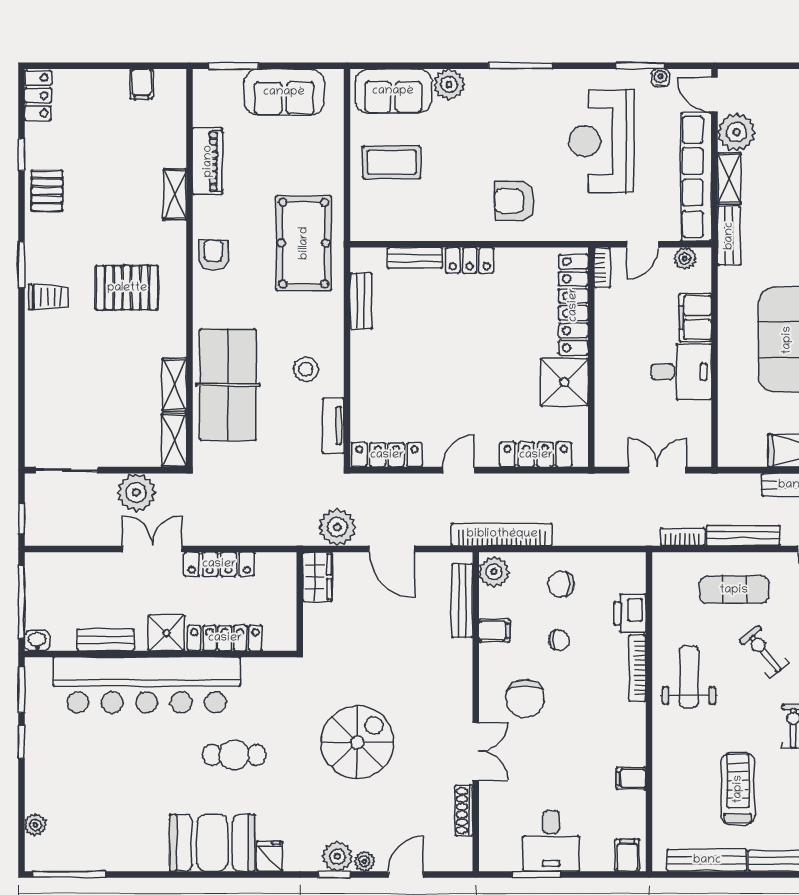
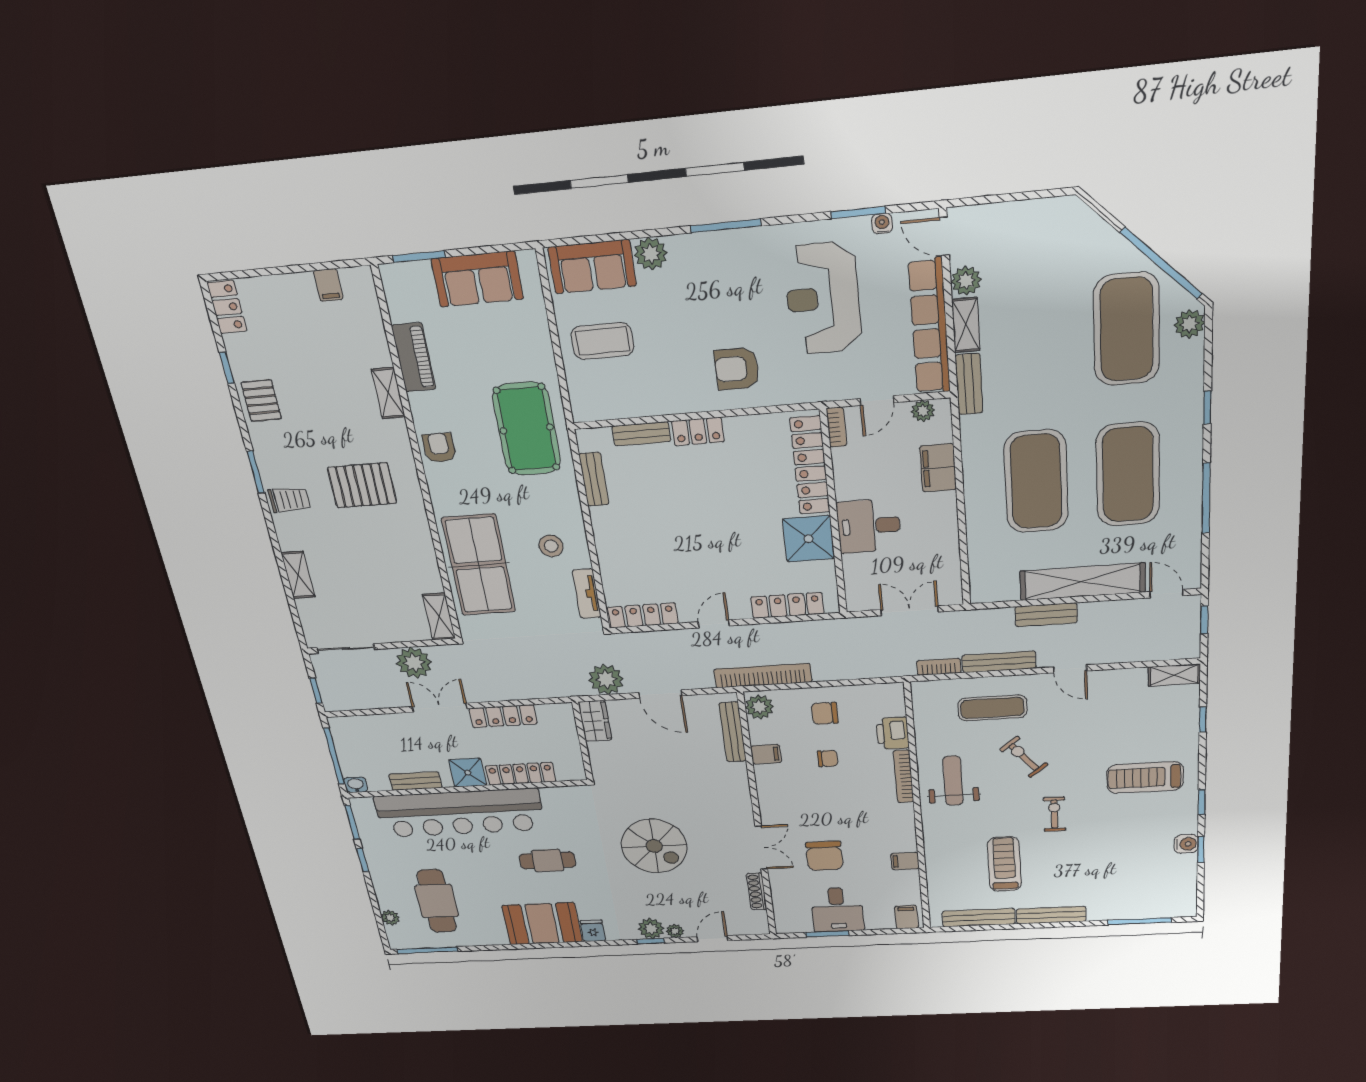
plant: (737, 132) -> (966, 281), width x0.73, depth x0.73
desk: (681, 372) -> (869, 526), moved, turned 180
shelving: (174, 385) -> (298, 575), moved
chair: (525, 698) -> (824, 856), moved
spiral stairs: (357, 742) -> (654, 846), turned 90
cafe table: (95, 804) -> (437, 901), added

